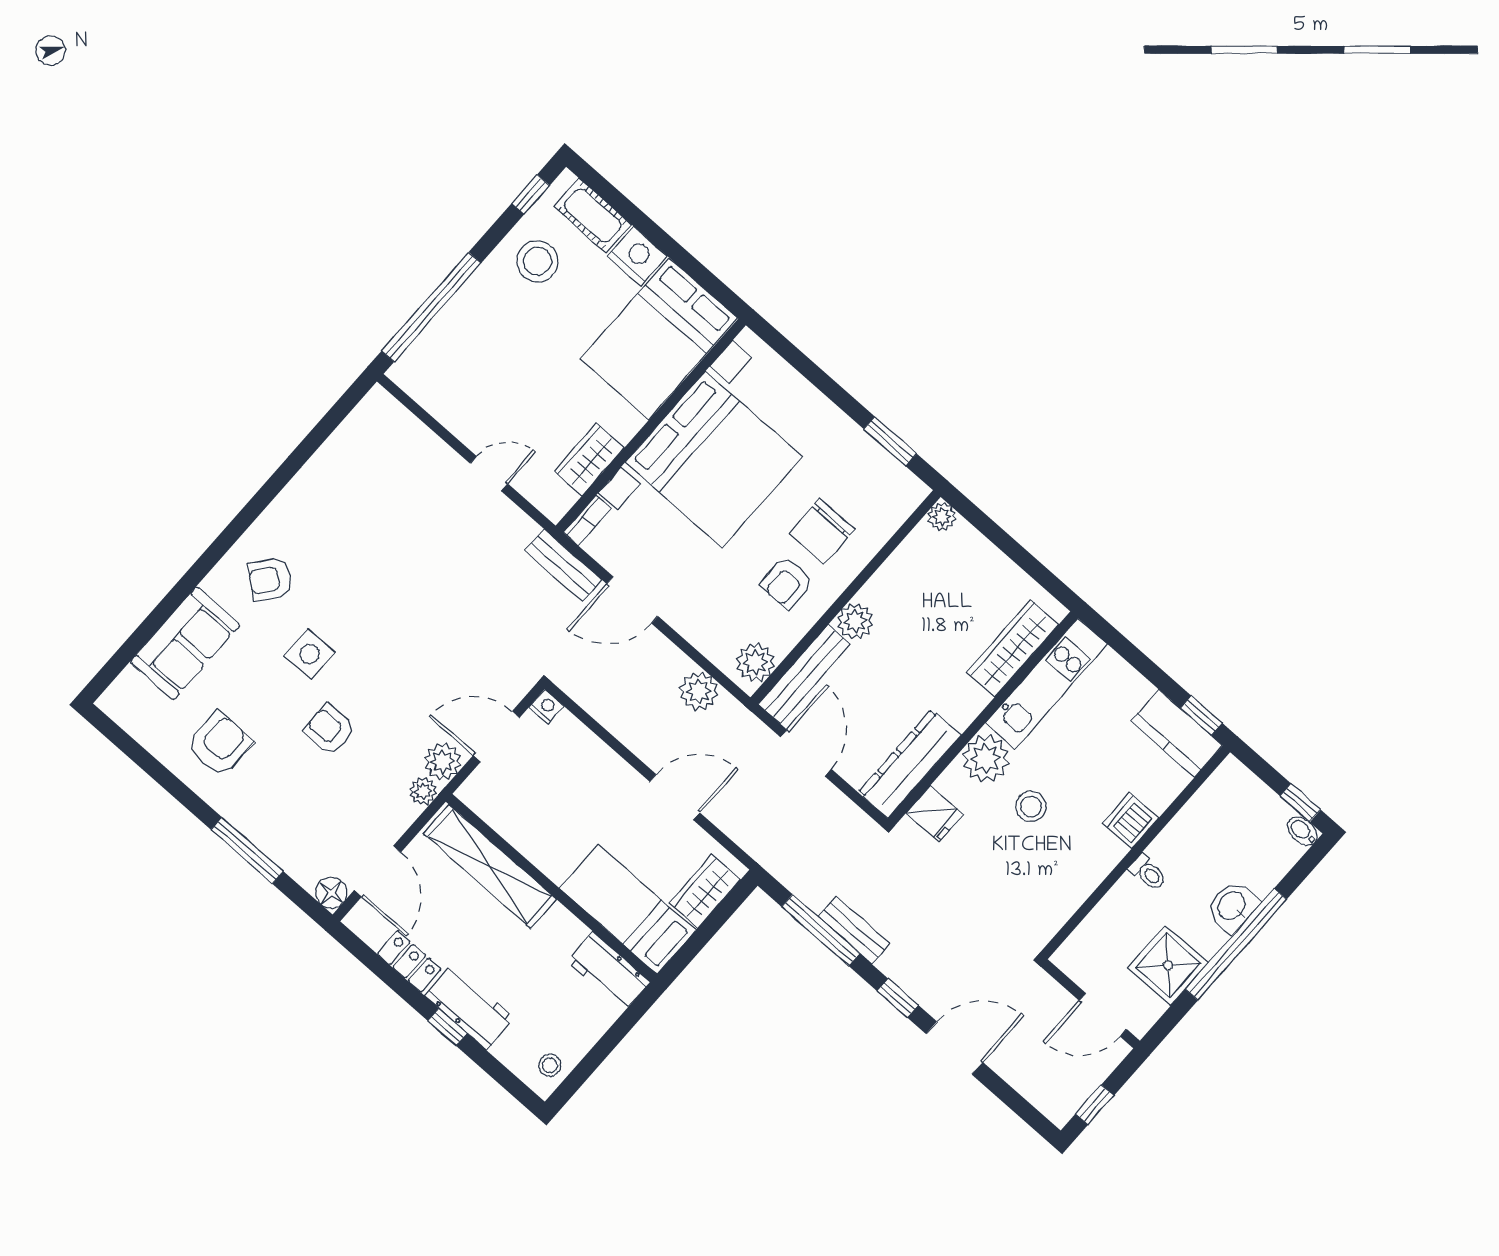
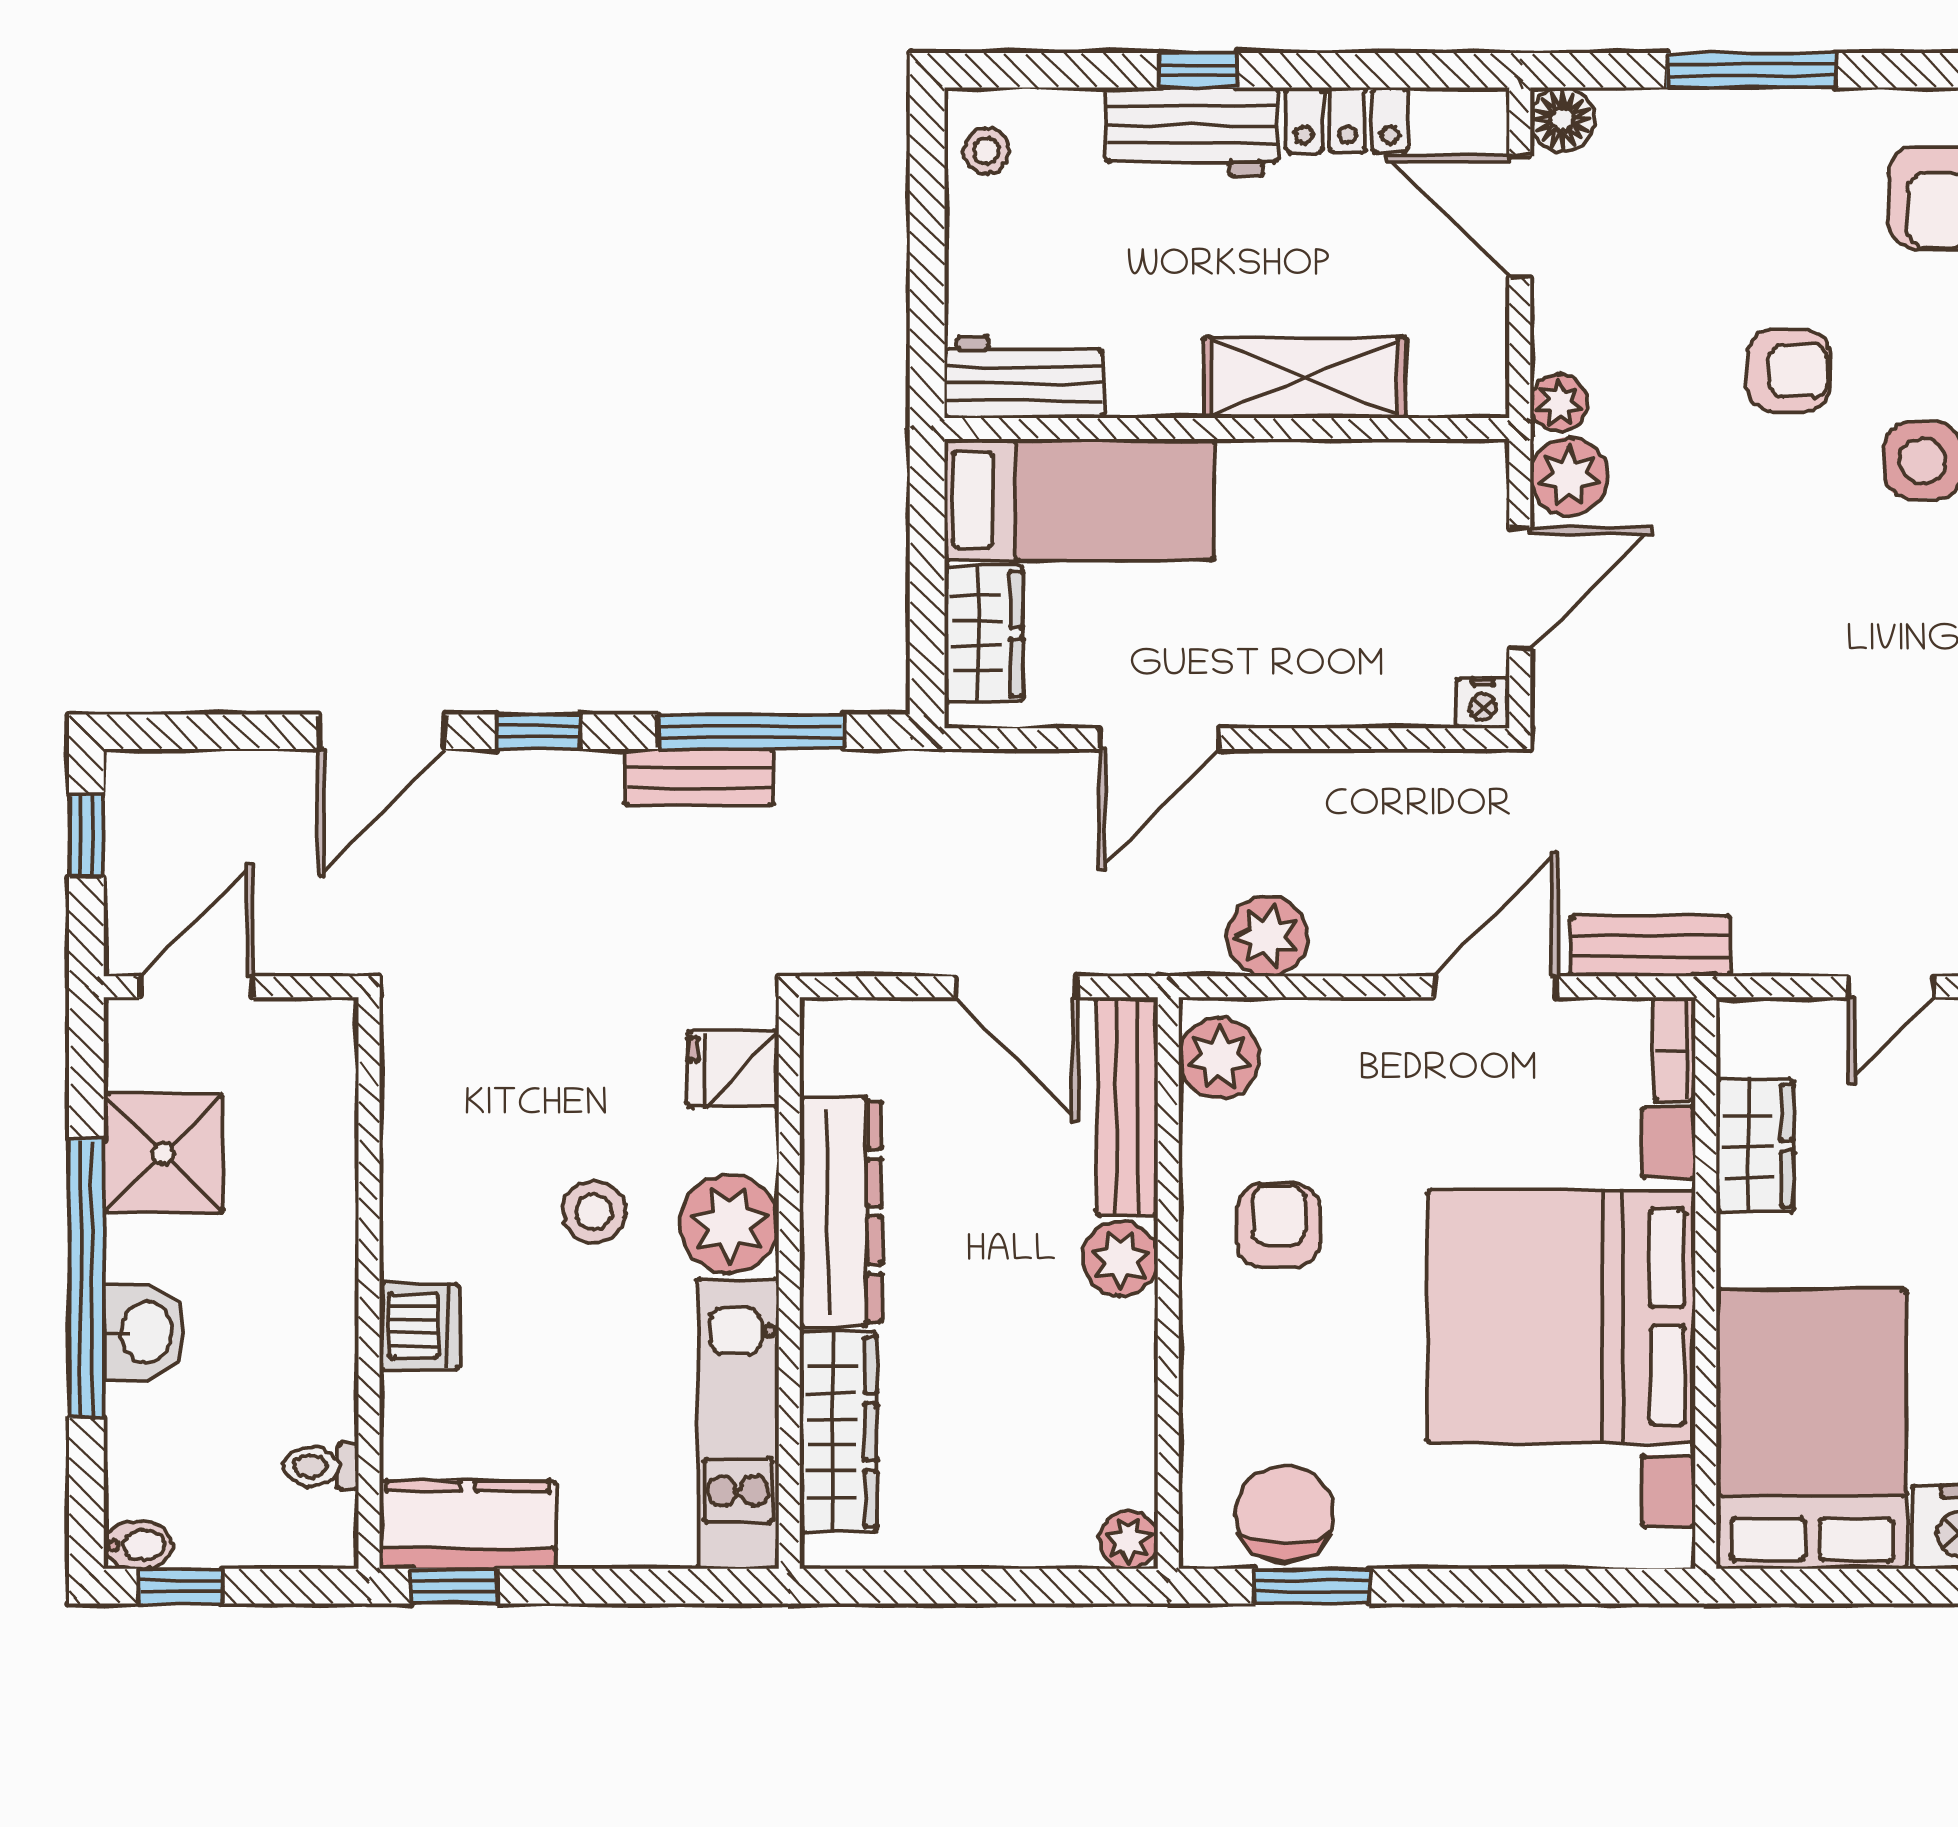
chair: (822, 531) -> (1284, 1514), moved
dresser: (910, 764) -> (841, 1211), moved
shelving: (490, 867) -> (1304, 378), width x0.68
toilet: (1148, 873) -> (321, 1466), moved

